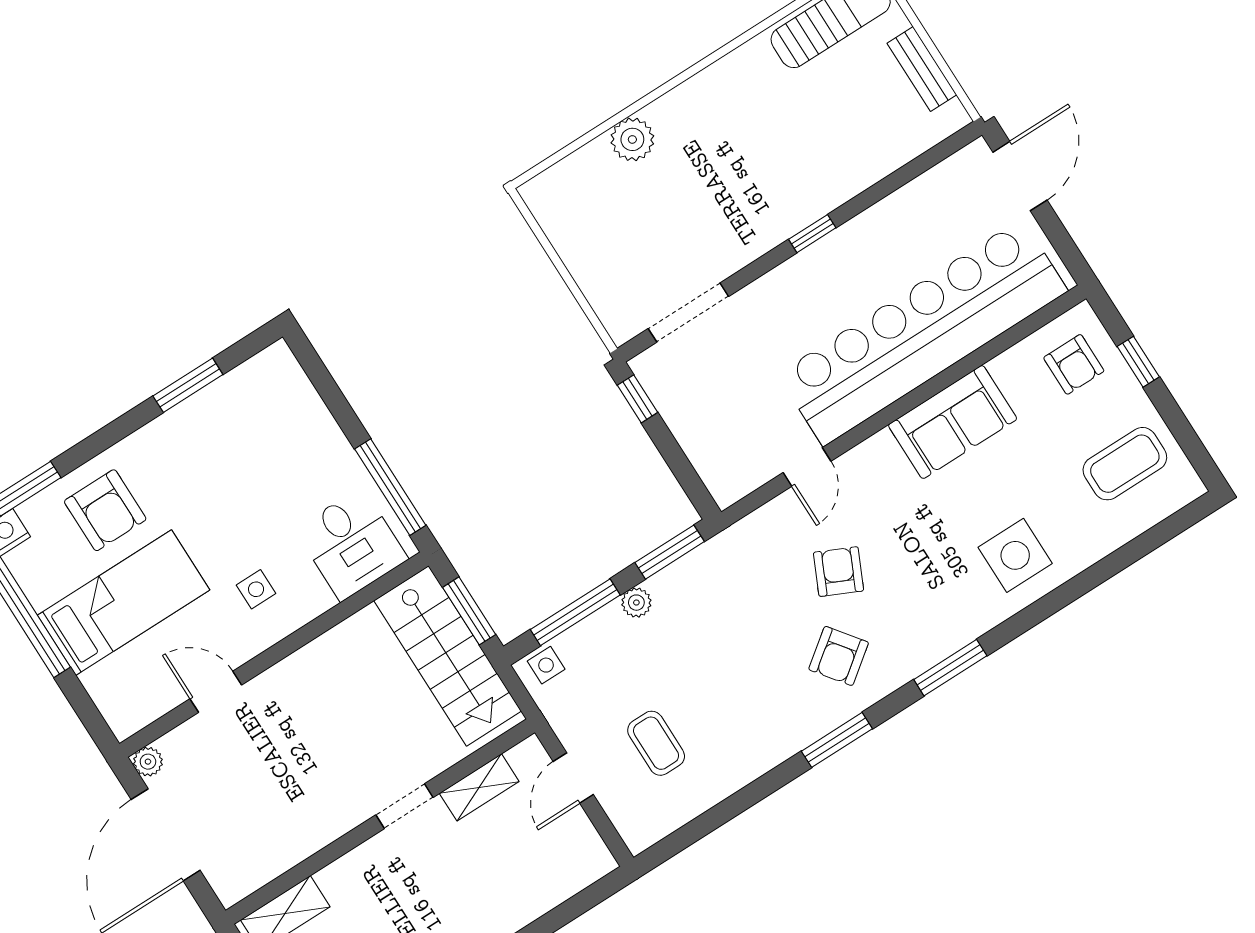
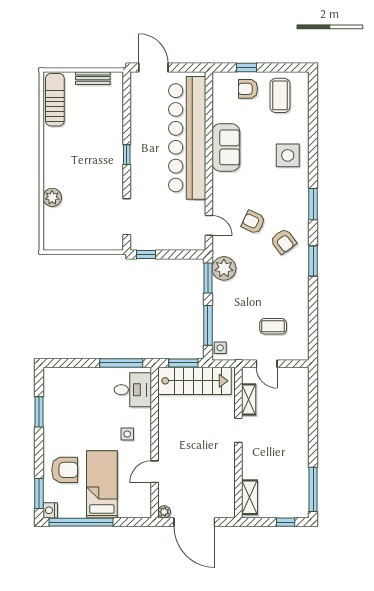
armchair: (1074, 364) -> (248, 89), moved, turned 180
door: (807, 467) -> (209, 225), moved
plant: (636, 603) -> (224, 268), moved, width x1.88, depth x1.88

